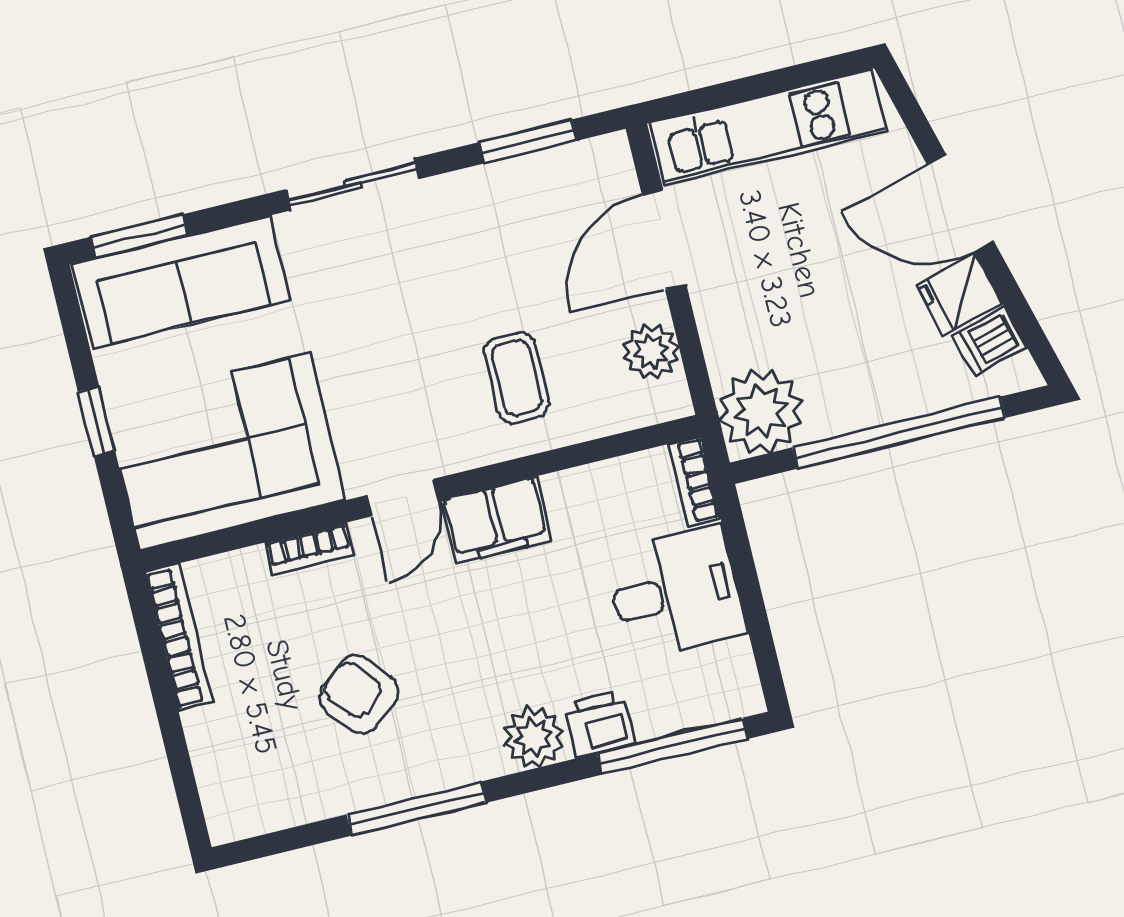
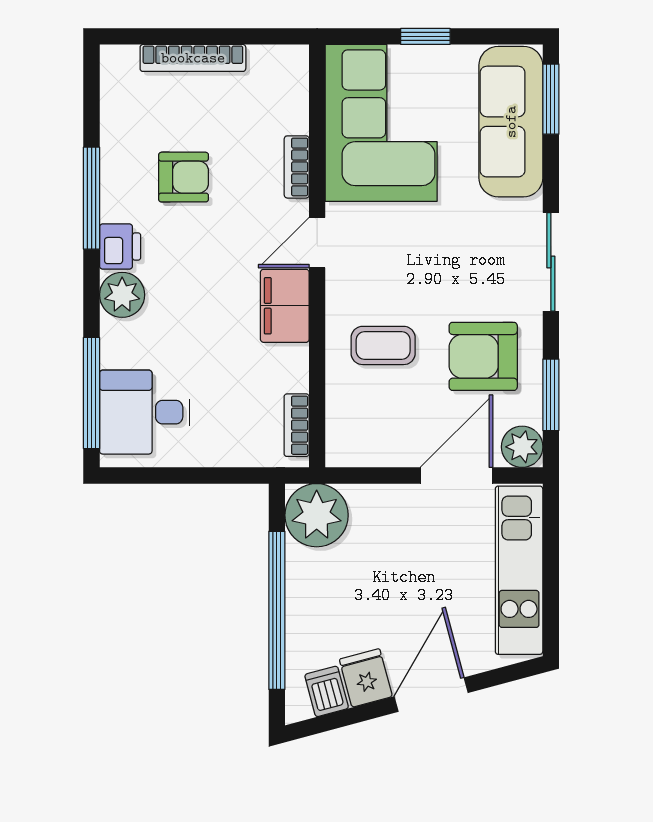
door: (664, 240) -> (457, 476), hinge flipped
armchair: (499, 243) -> (483, 356), added
plant: (651, 352) -> (522, 447), moved
bookcase: (694, 481) -> (297, 425), moved, turned -90
door: (402, 498) -> (317, 243), hinge flipped
desk: (676, 592) -> (145, 412), moved, turned 90
bookcase: (179, 637) -> (193, 58), moved
armchair: (359, 694) -> (184, 177), turned 39
printer: (599, 724) -> (120, 246), moved

